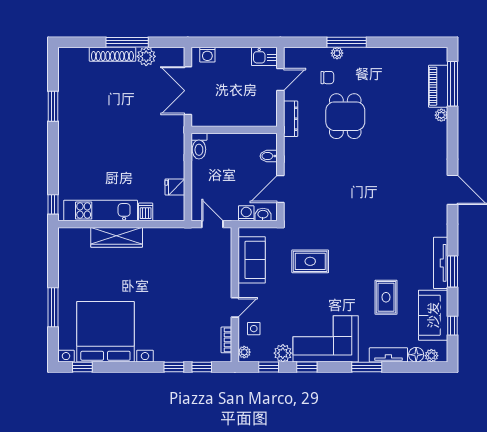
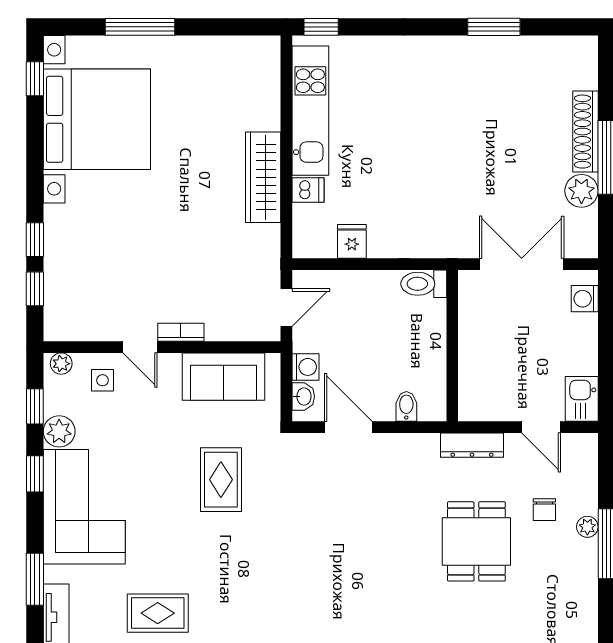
dining table: (345, 116) -> (476, 541), turned 90
wardrobe: (117, 237) -> (263, 177), moved
bookcase: (226, 340) -> (181, 332), moved

